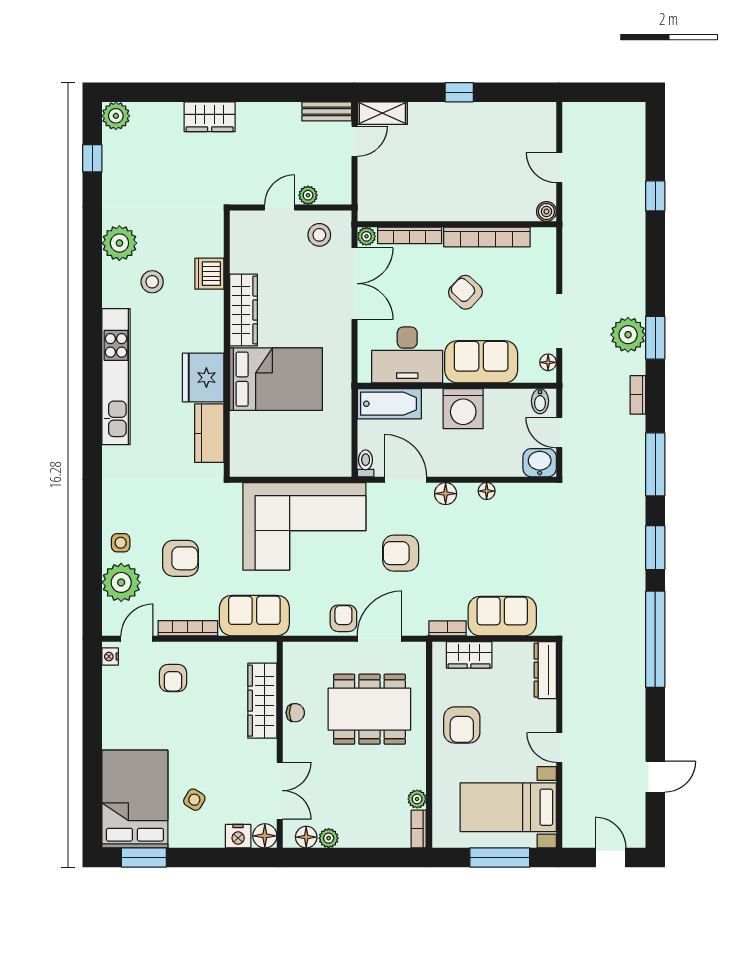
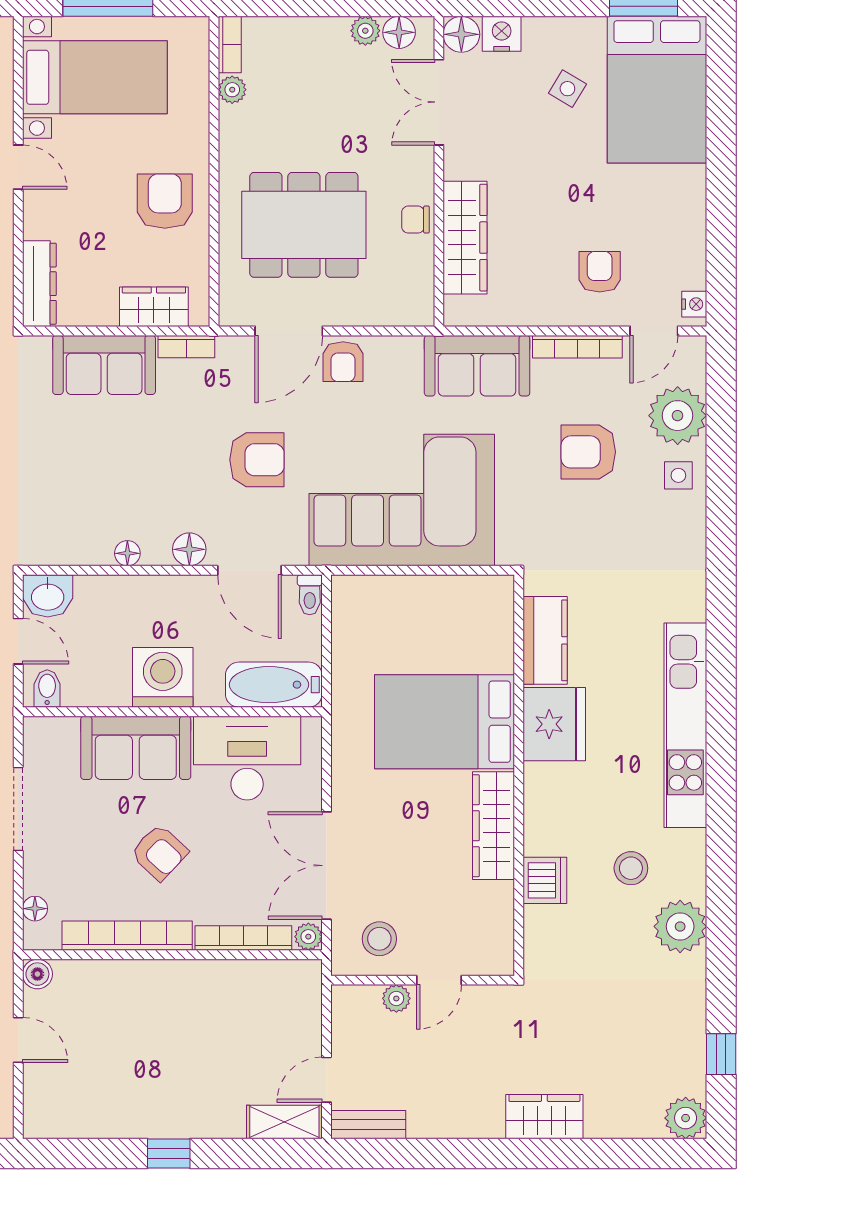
floor lamp: (548, 362) -> (35, 909), moved

